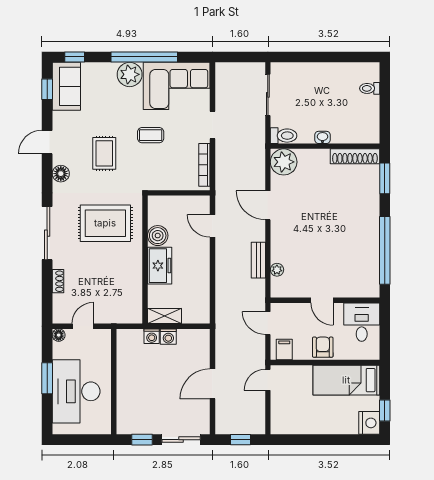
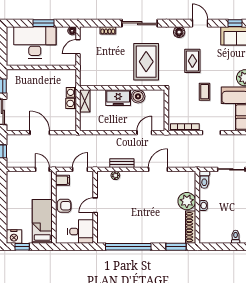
rug: (104, 153) -> (192, 61), turned 90
plant: (284, 162) -> (187, 201), moved
door: (83, 326) -> (78, 47), swing flipped

